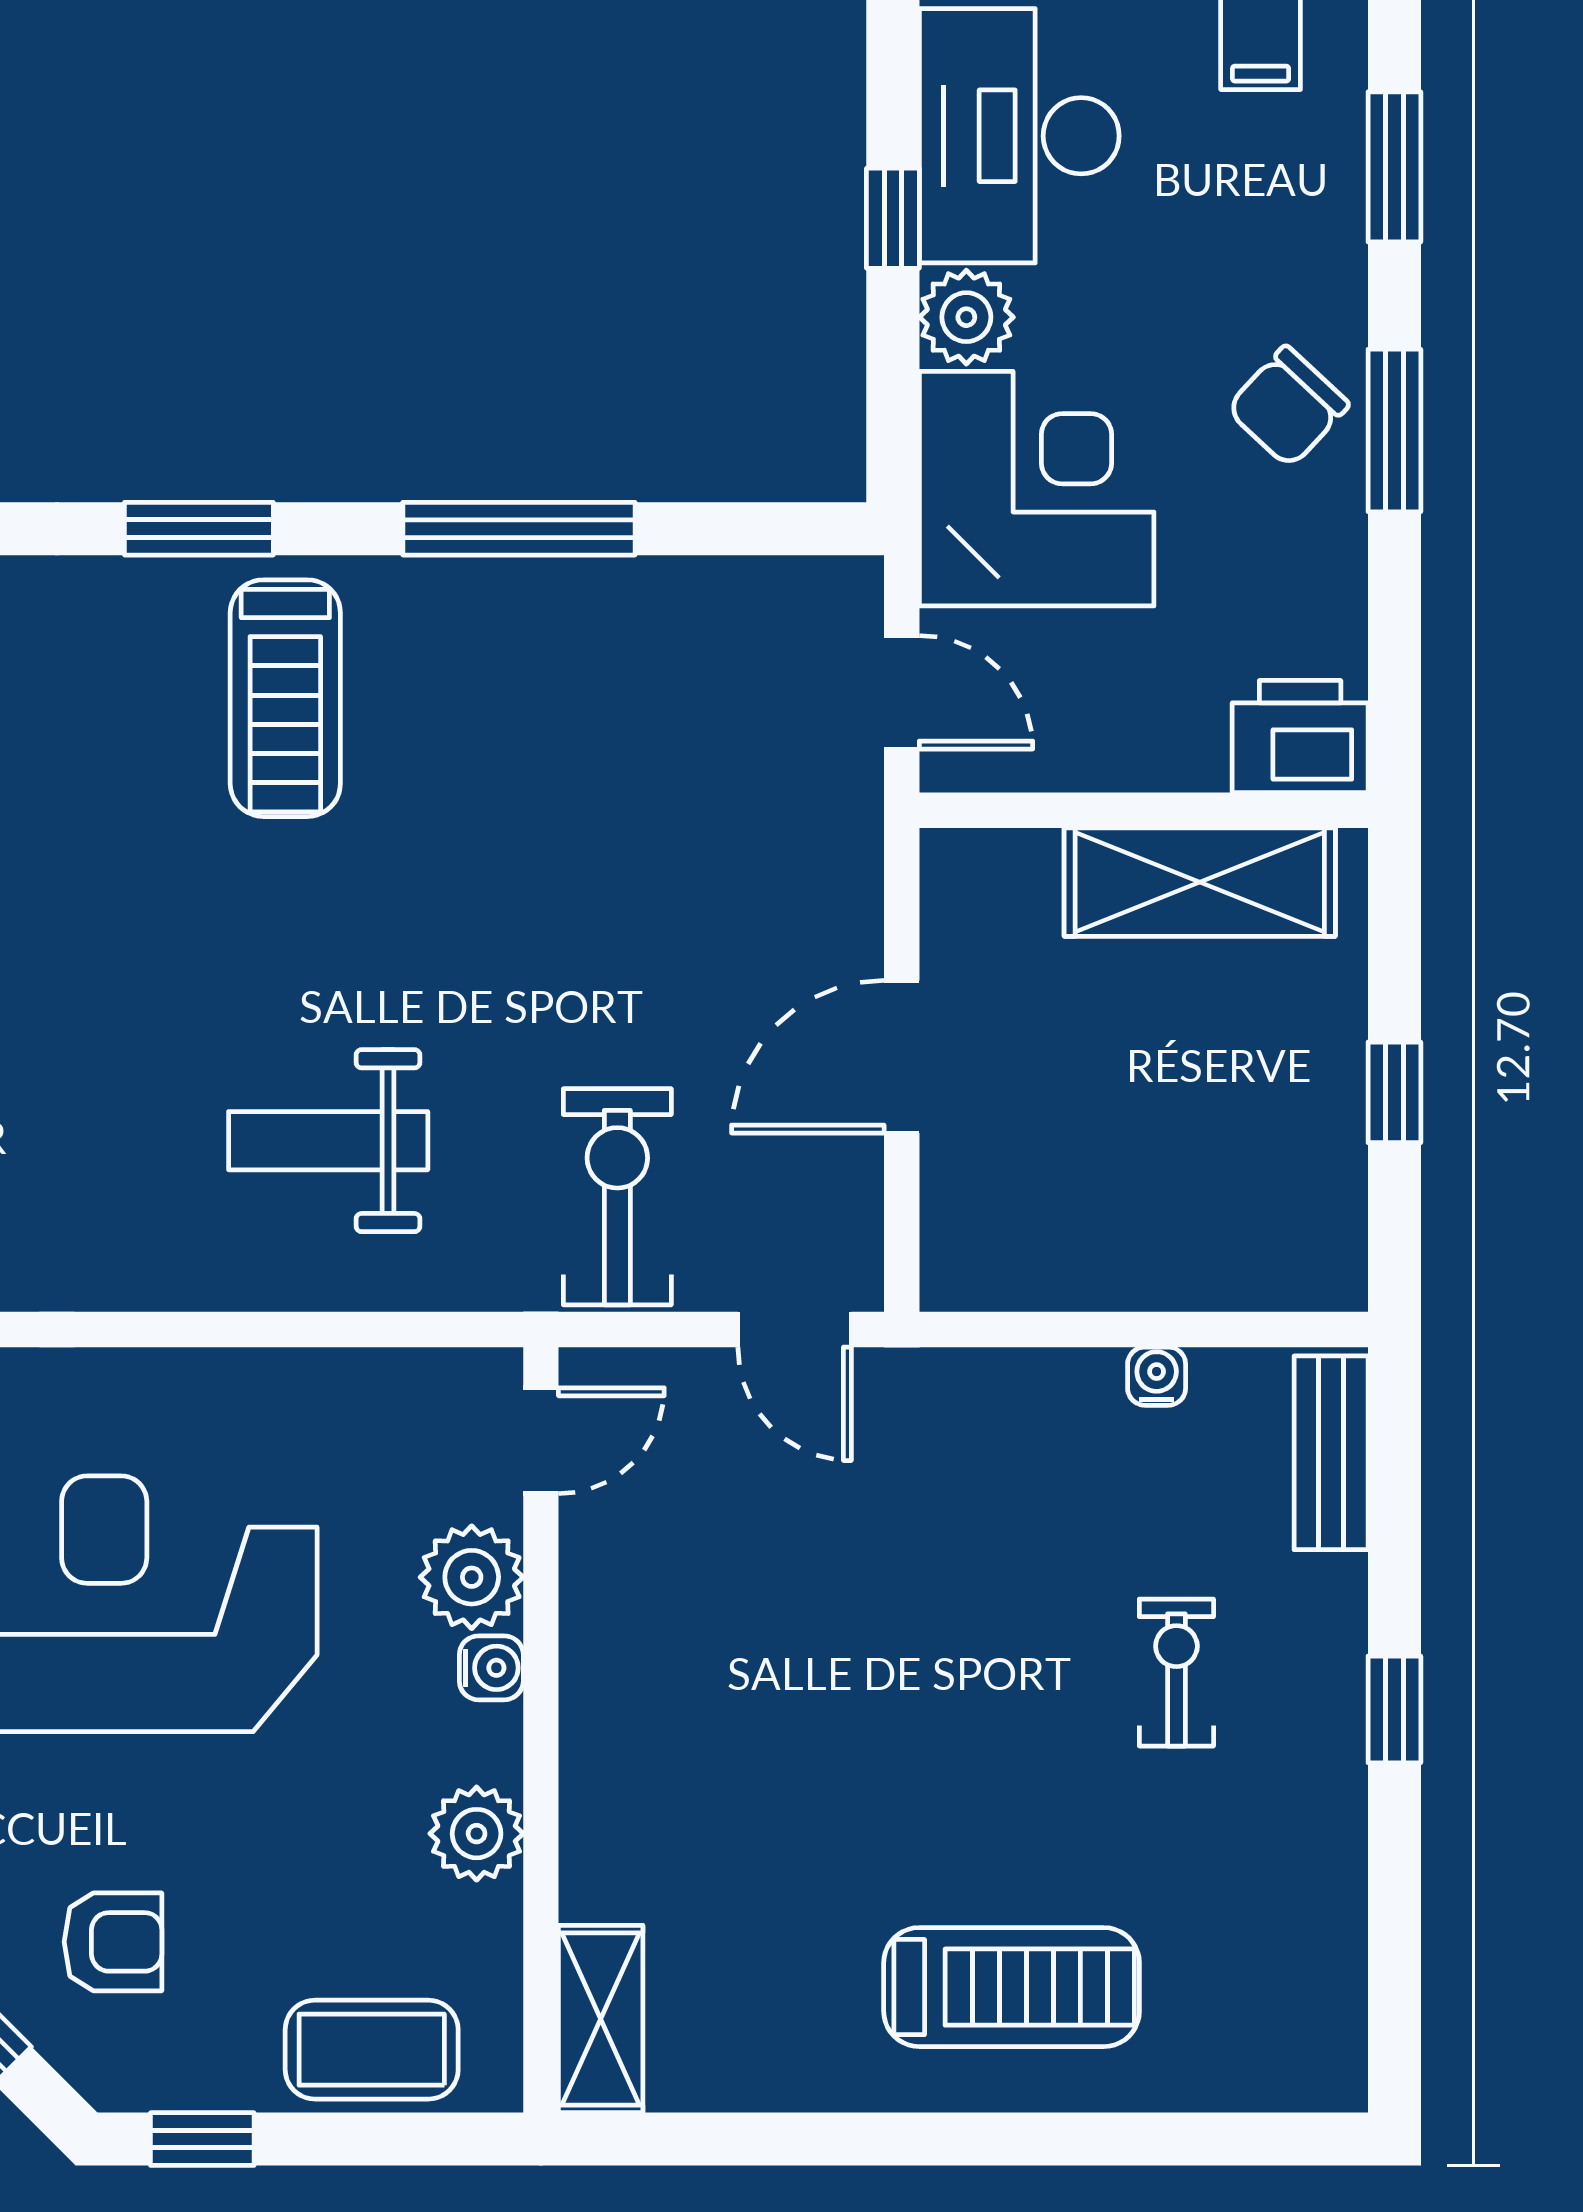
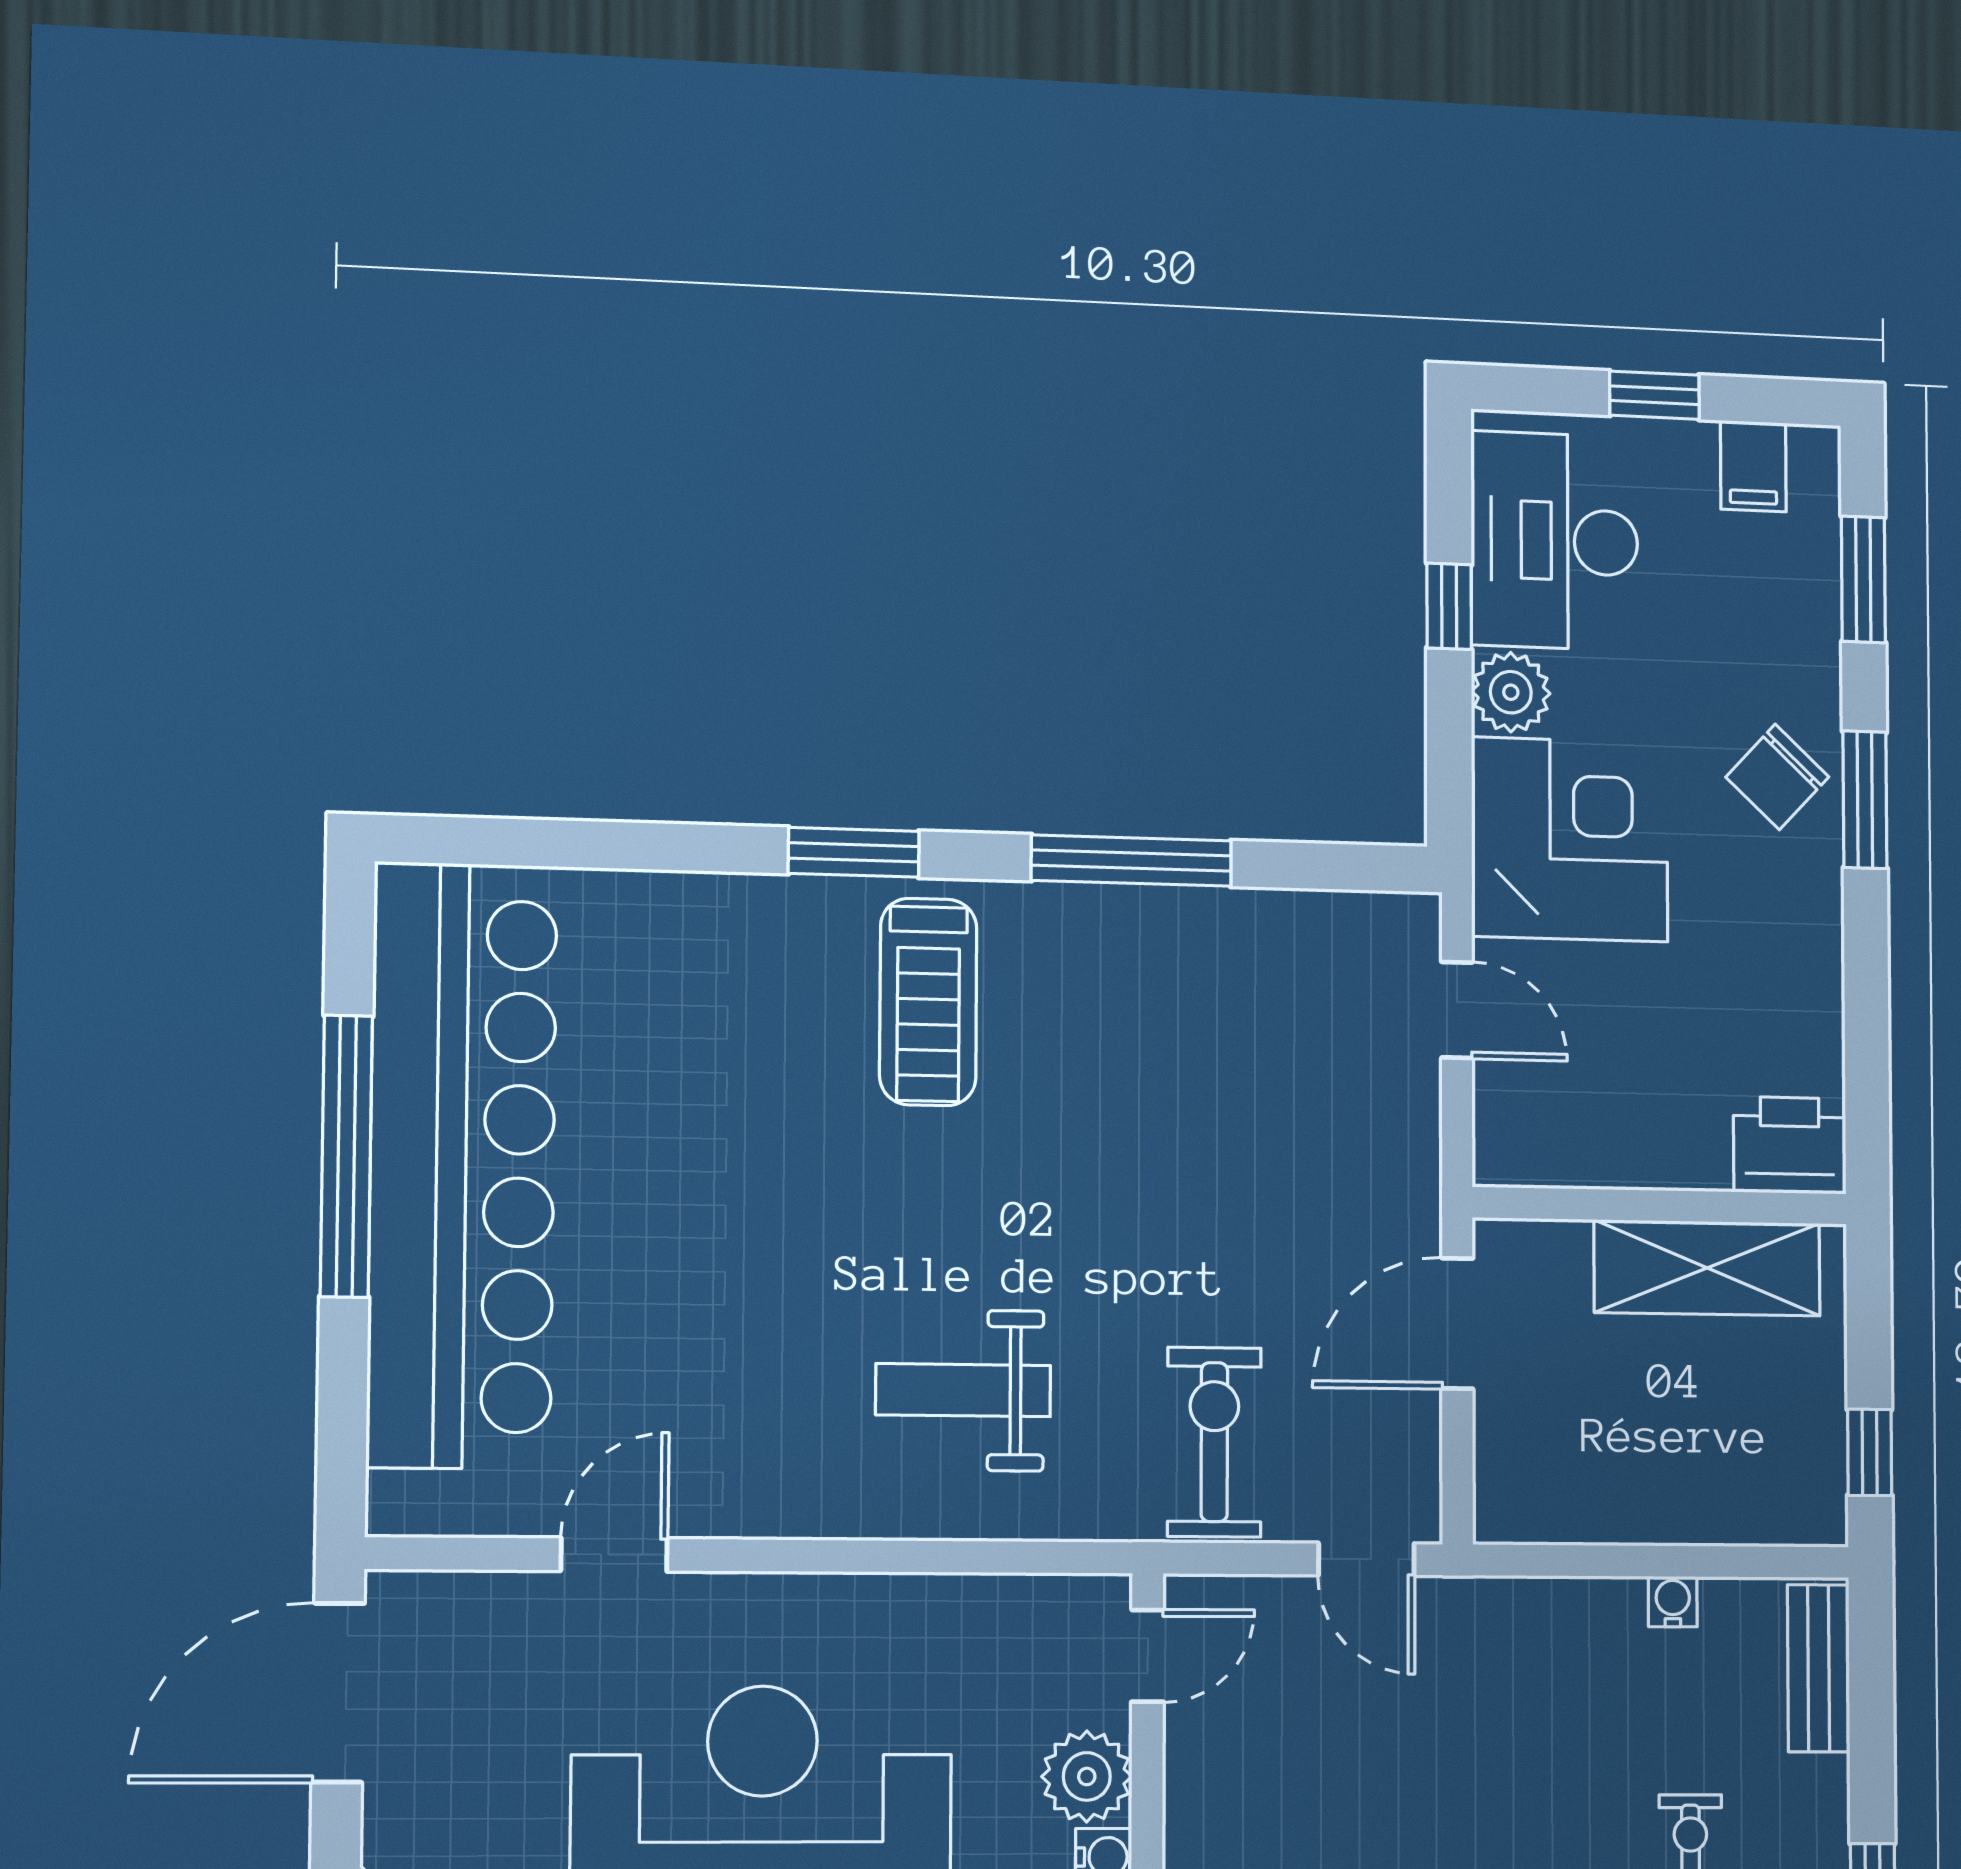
printer: (1300, 737) -> (1790, 1145), moved
wall: (1144, 810) -> (1660, 1206), moved
shelving: (1200, 882) -> (1707, 1268), moved
window: (1394, 1092) -> (1870, 1452), moved

